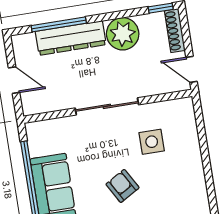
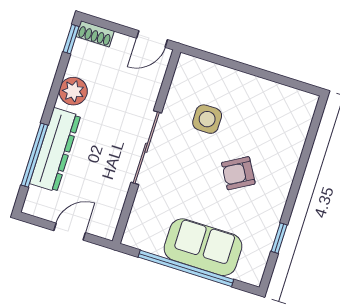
shoe rack: (175, 31) -> (95, 34), width x0.70
plant: (123, 34) -> (73, 91), width x0.73, depth x0.73

